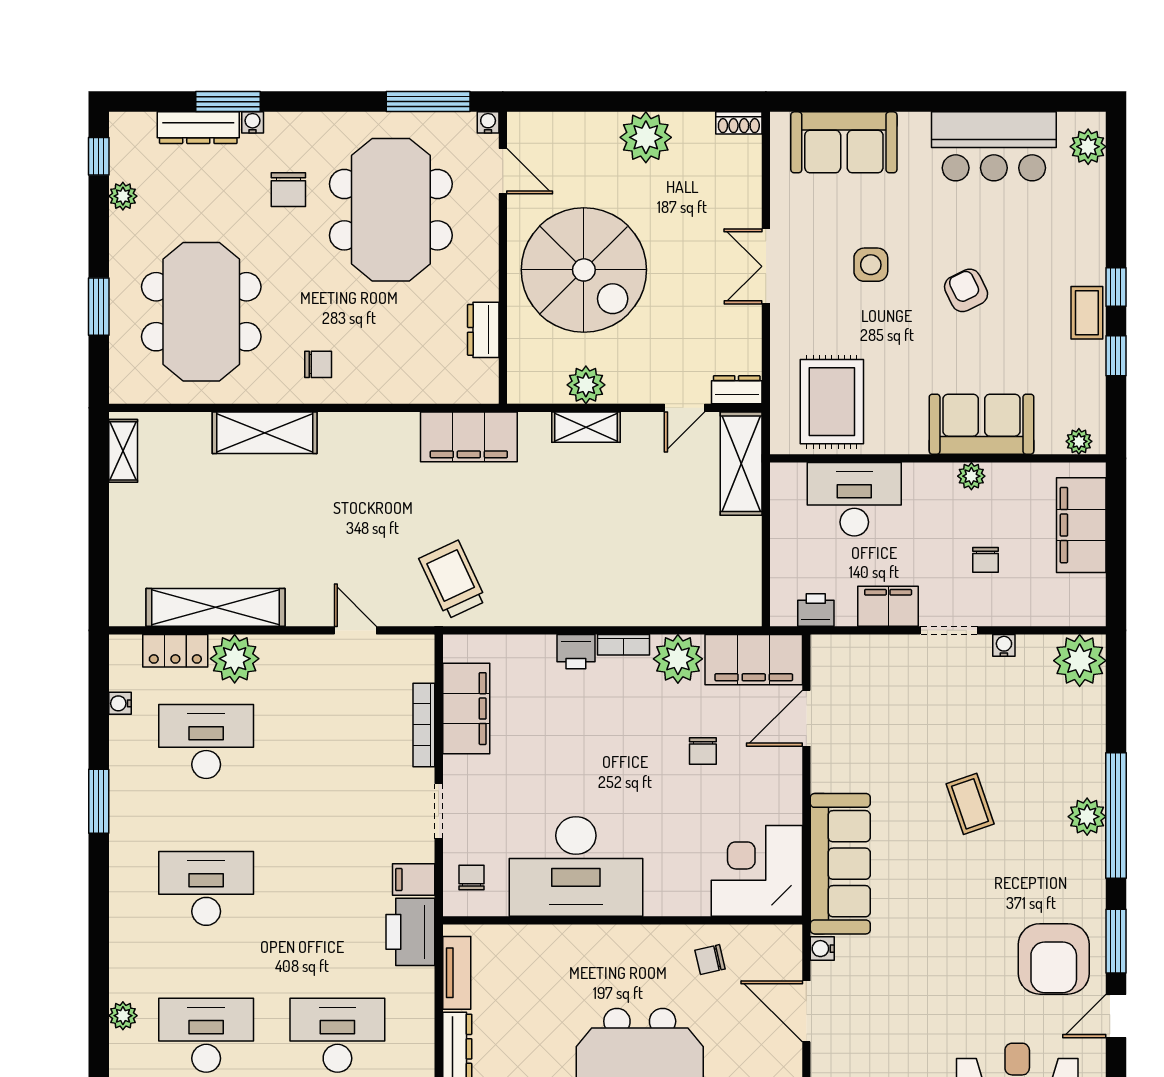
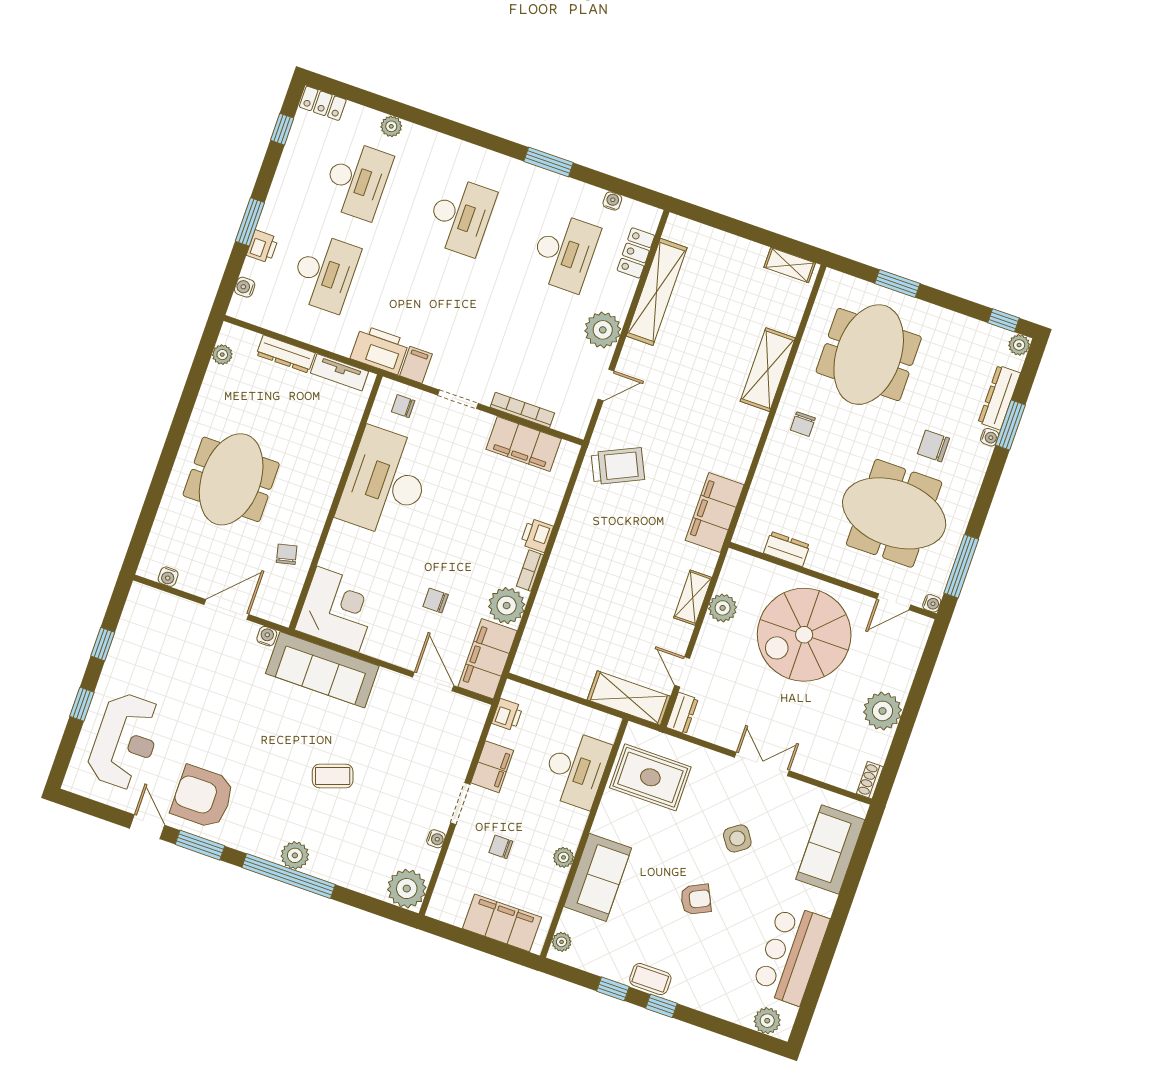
plant: (123, 196) -> (1019, 345), moved
side table: (871, 265) -> (737, 838), turned -35
meeting table: (201, 312) -> (869, 355), turned 90
plant: (235, 659) -> (603, 330), moved
chair: (471, 878) -> (403, 406), turned 180

